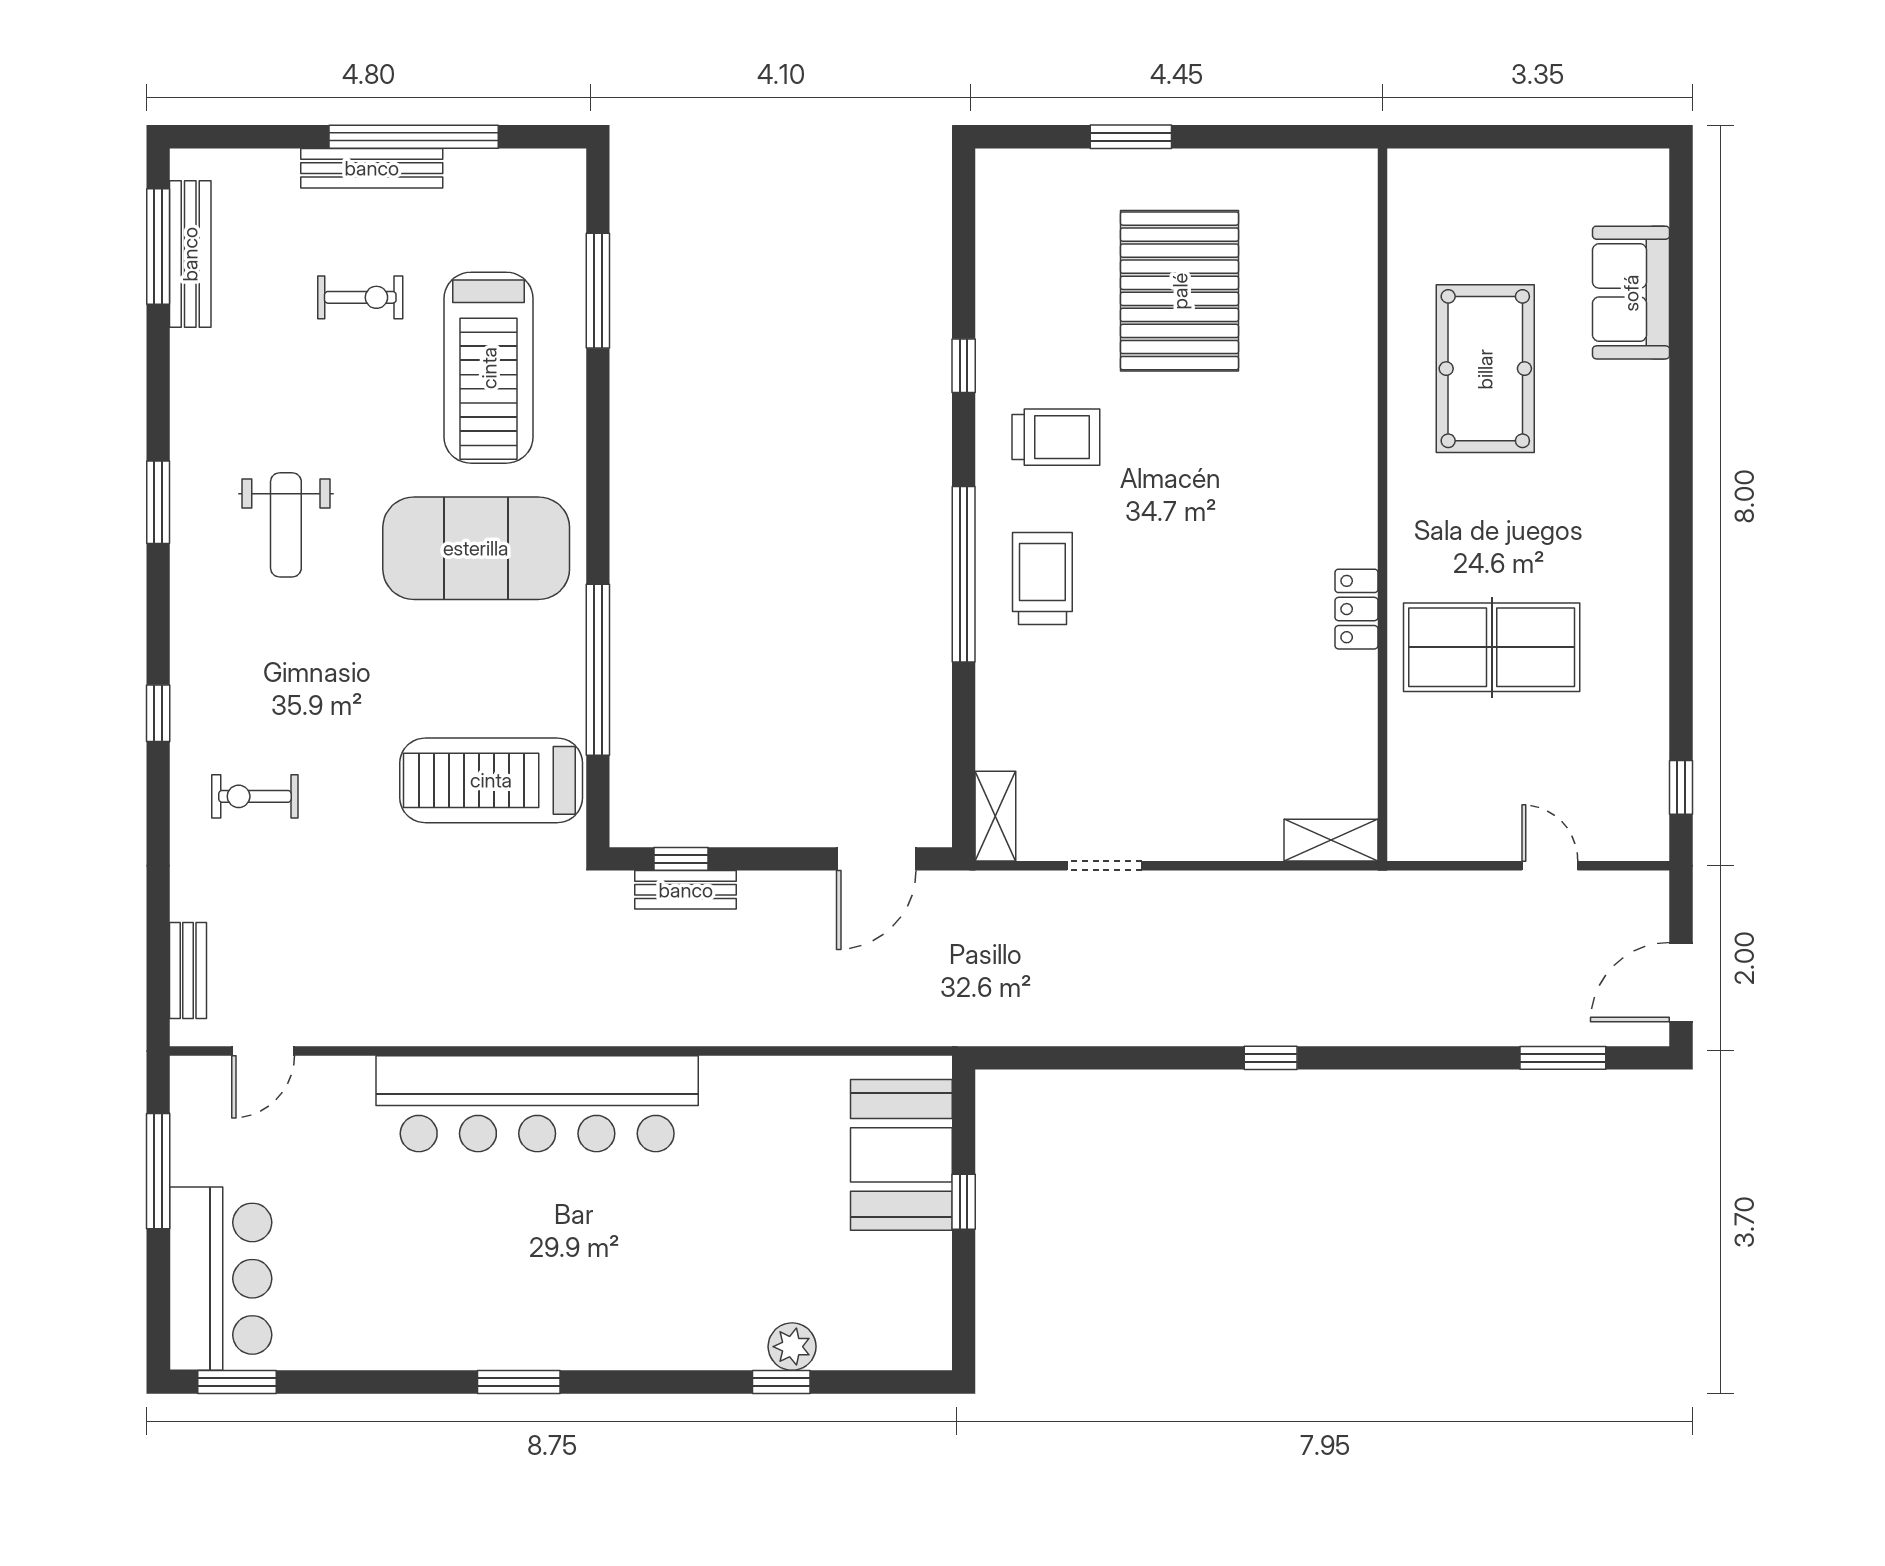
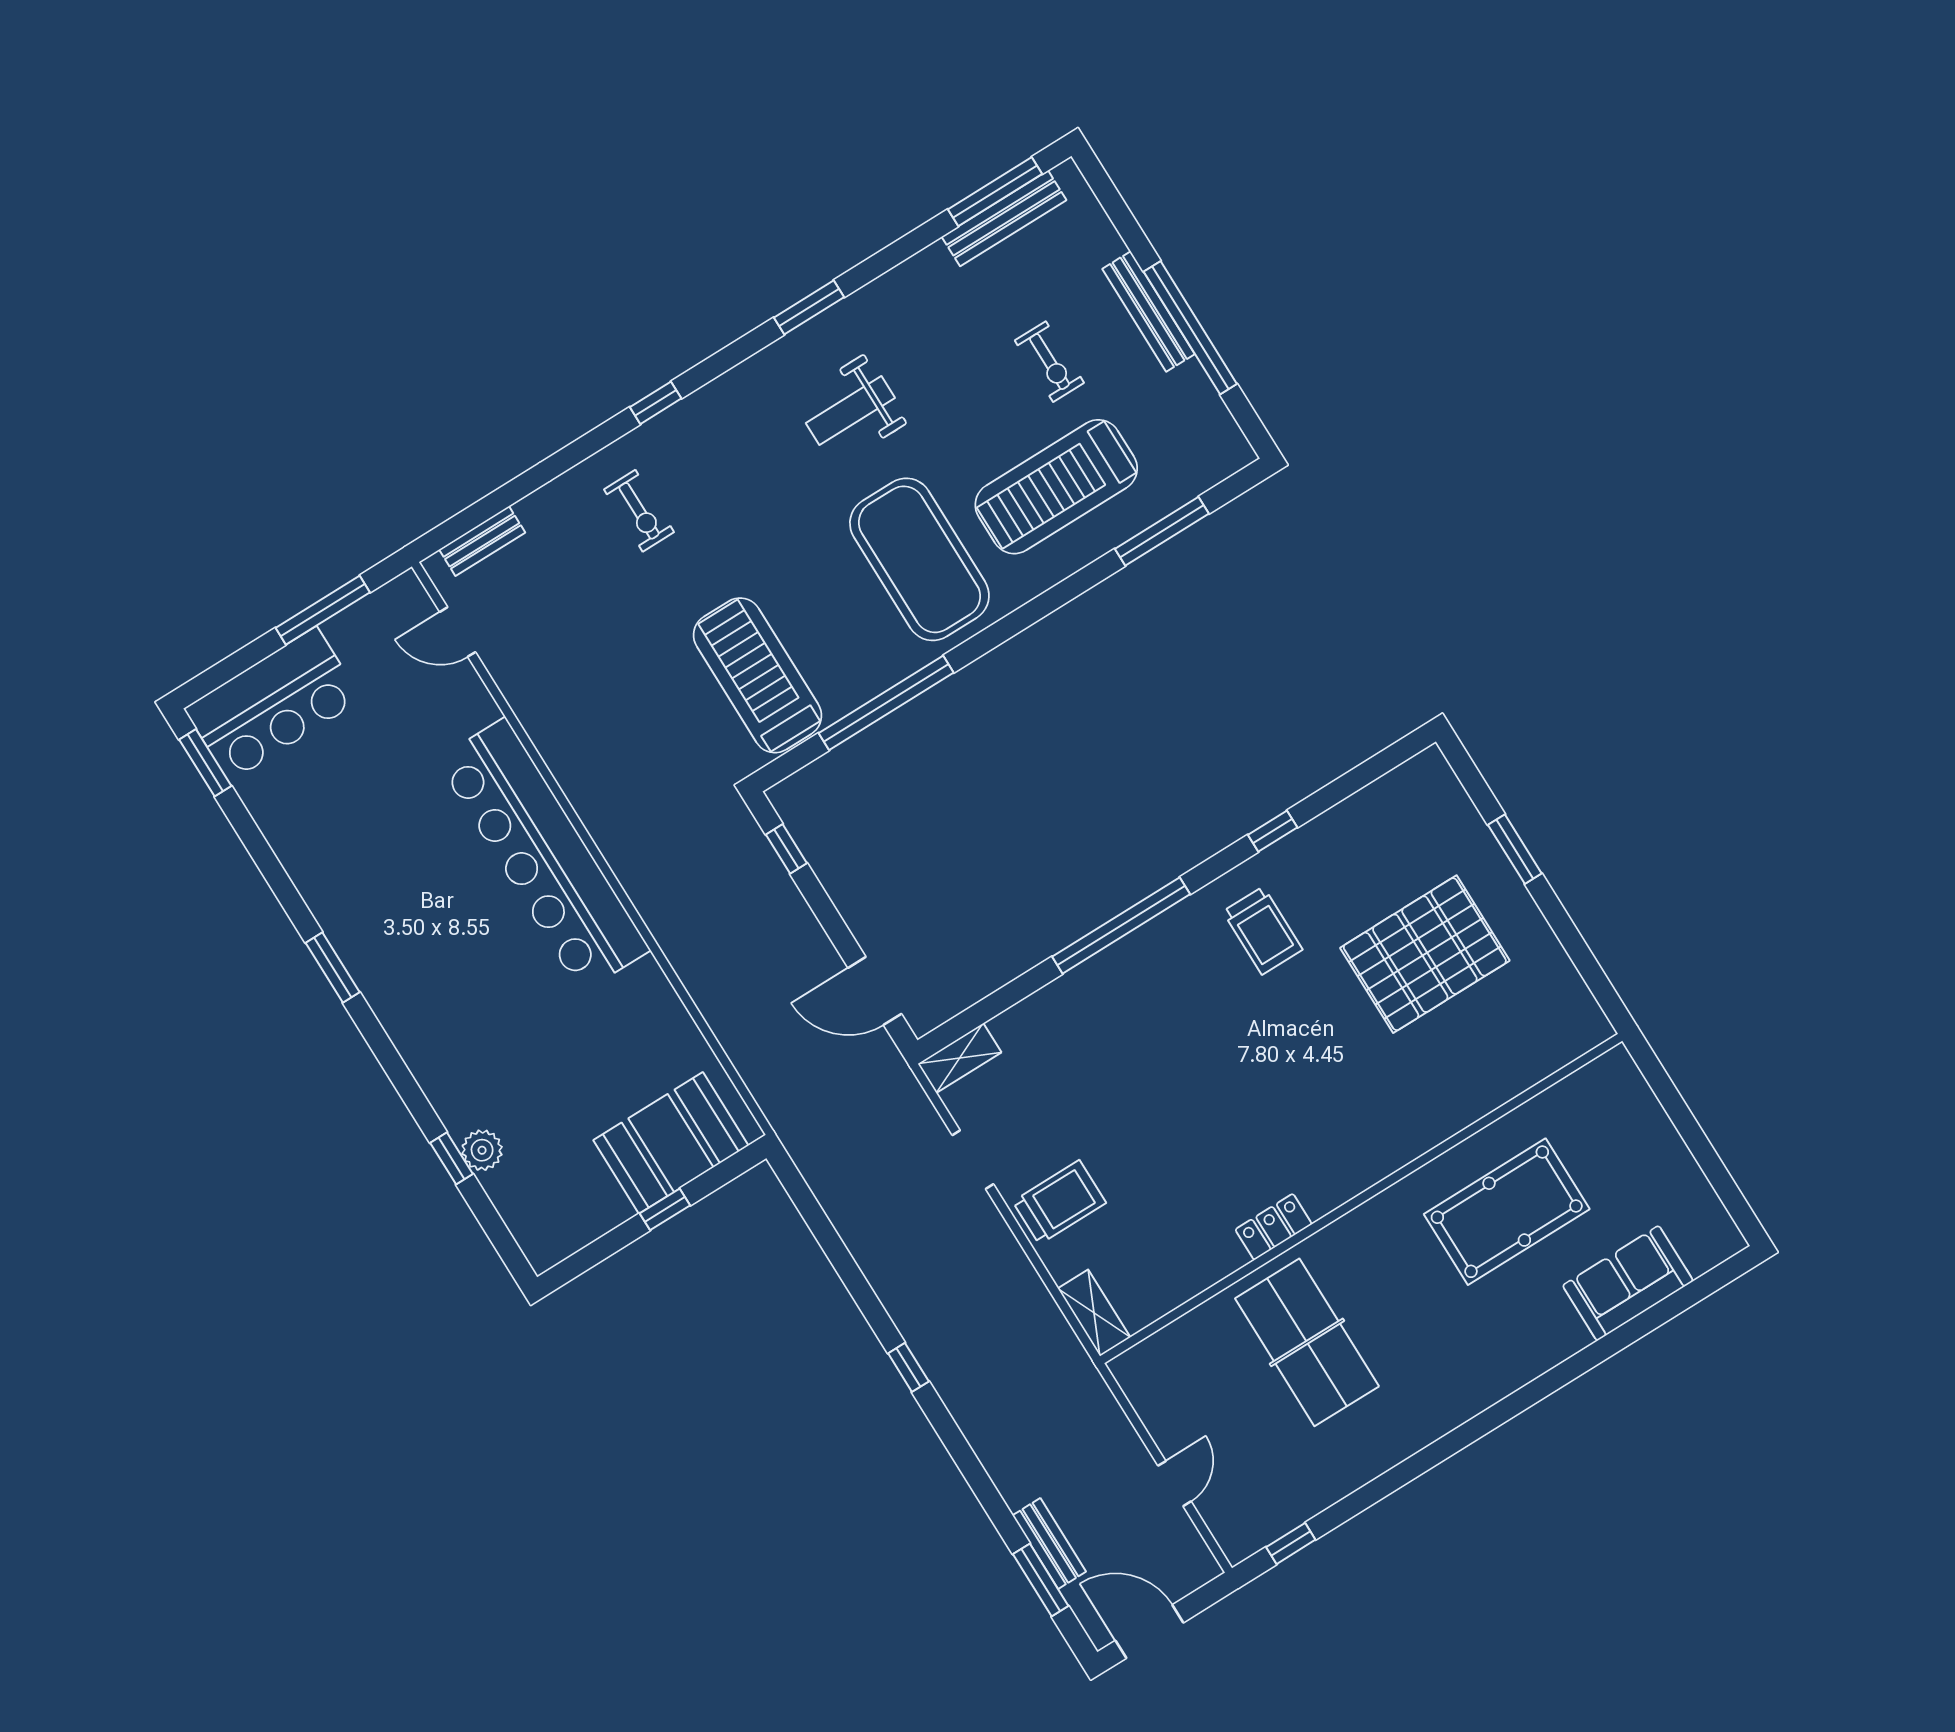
trolley: (1042, 578) -> (1059, 1202), moved
exercise bike: (255, 796) -> (639, 511), turned 180
bench: (686, 890) -> (1049, 1544), moved

